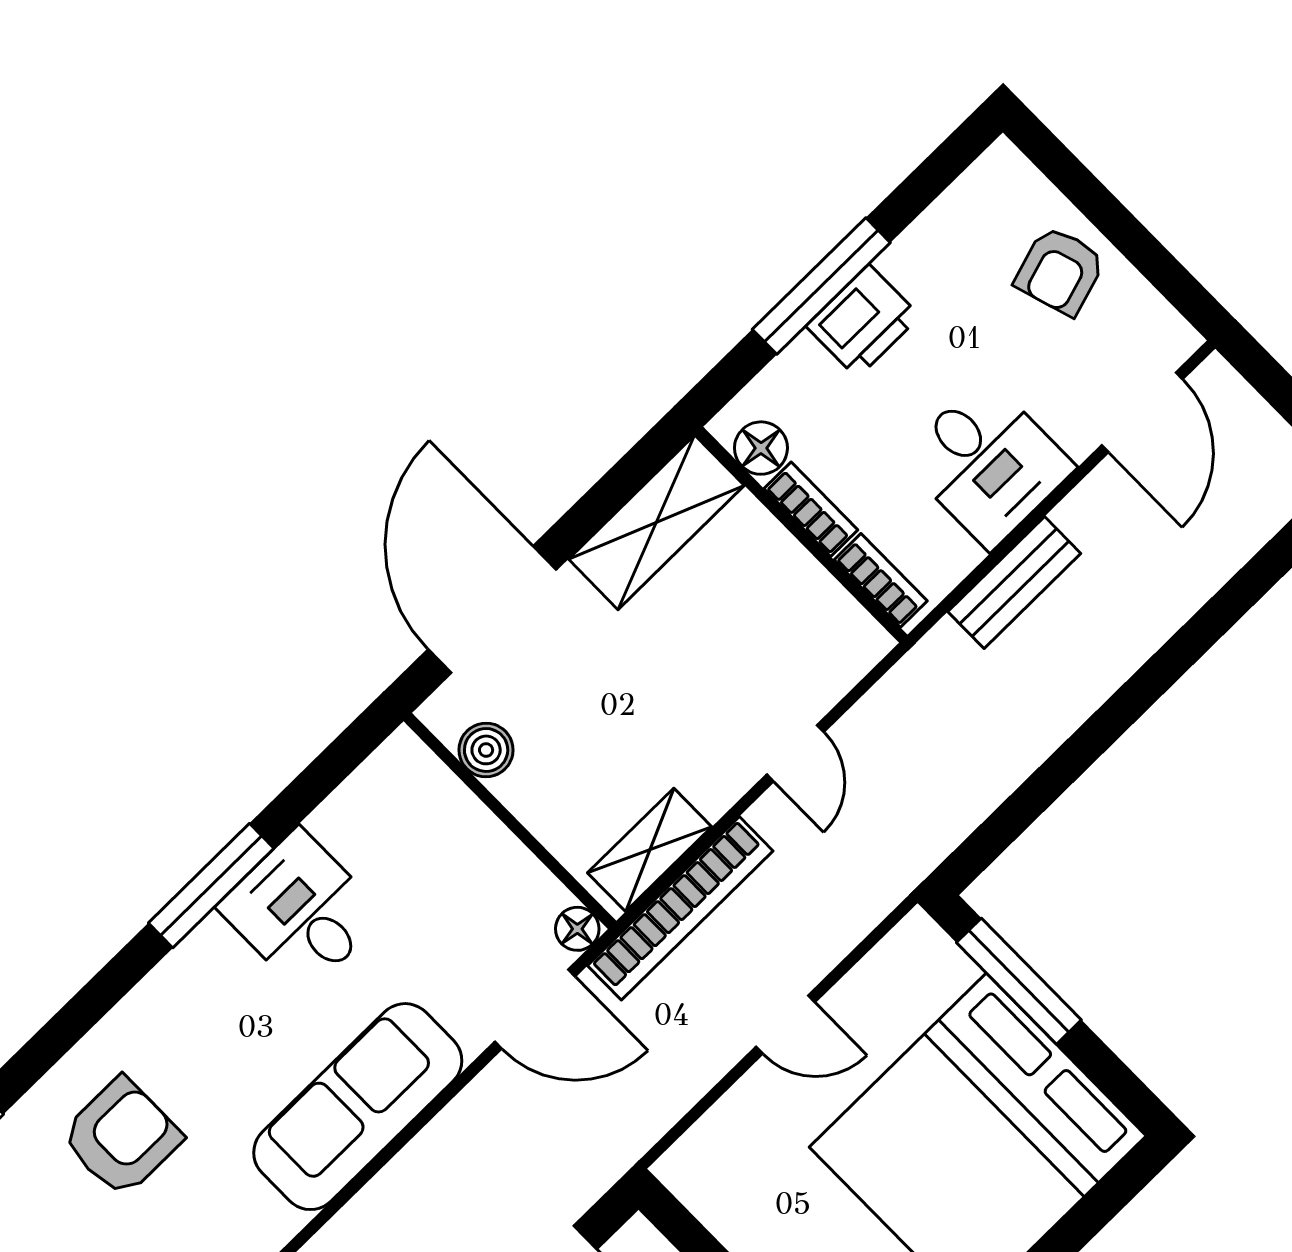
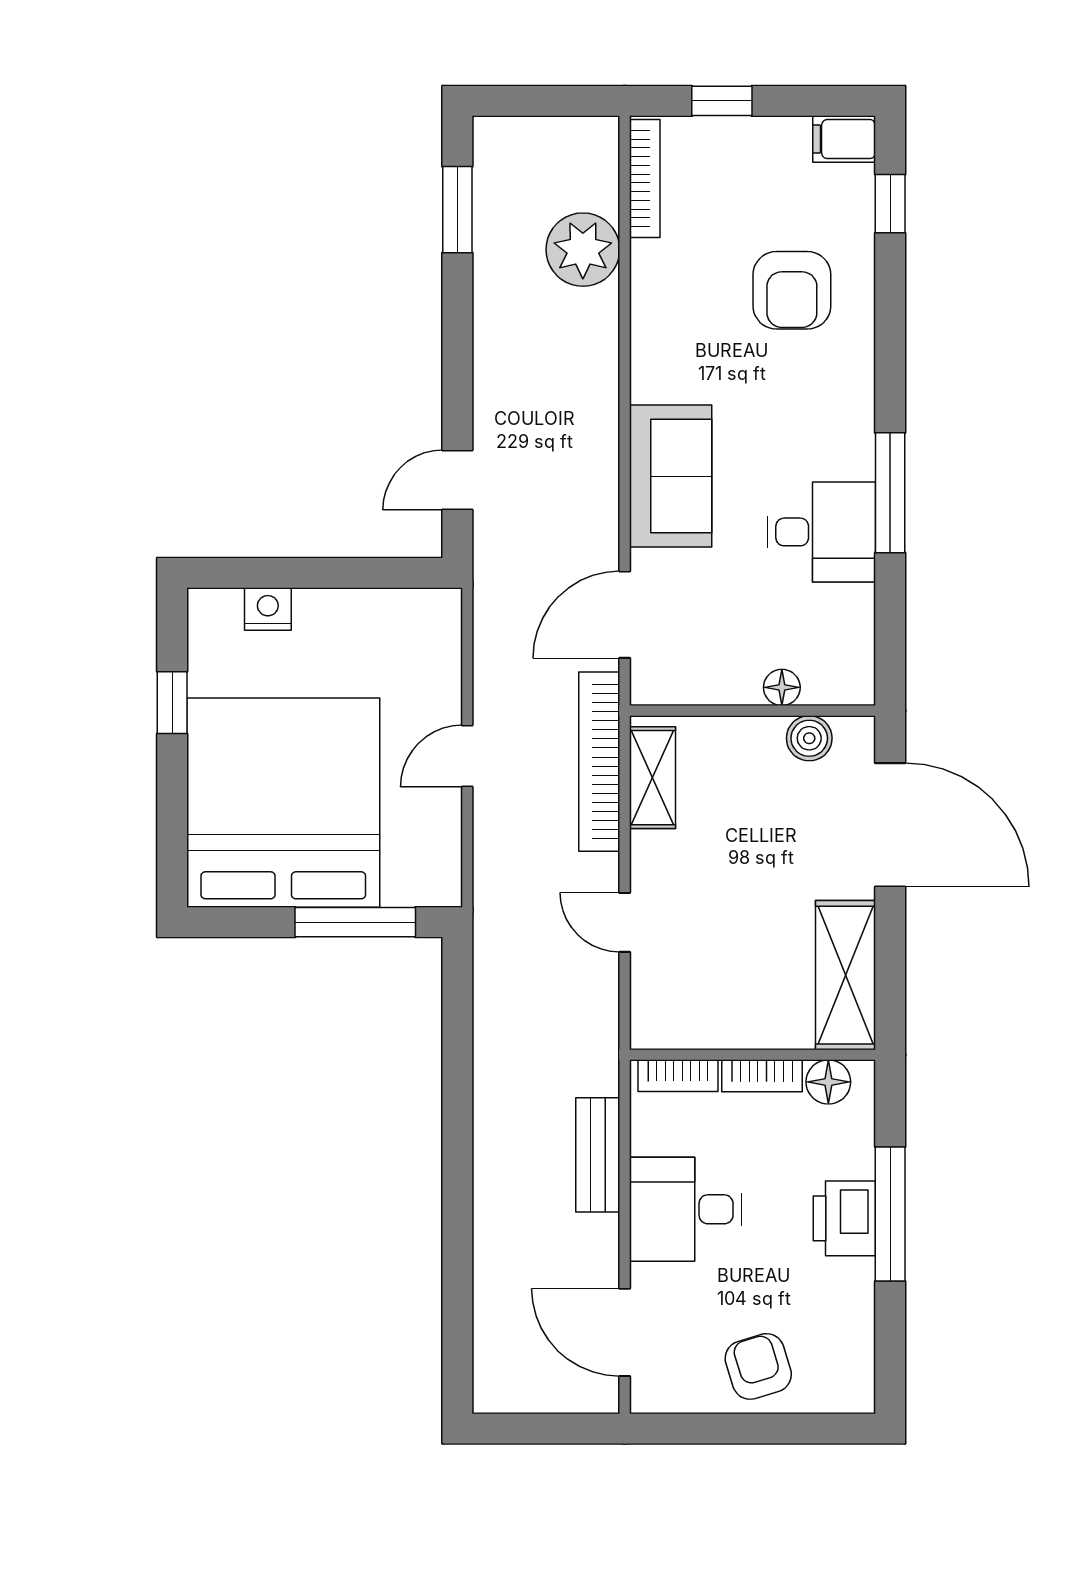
floor lamp: (577, 929) -> (782, 687), moved
sofa: (358, 1107) -> (671, 476), width x0.73

